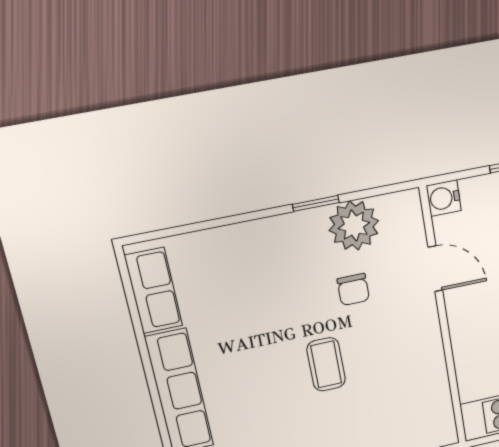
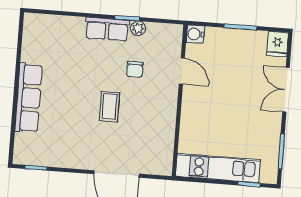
plant: (354, 226) -> (138, 28), width x0.53, depth x0.53
row of seats: (154, 291) -> (107, 29), moved, turned 90

